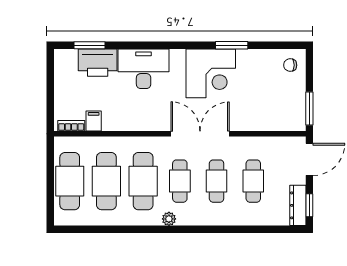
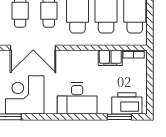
printer: (98, 63) -> (127, 103), moved
filing cabinet: (94, 121) -> (110, 58), width x2.00

